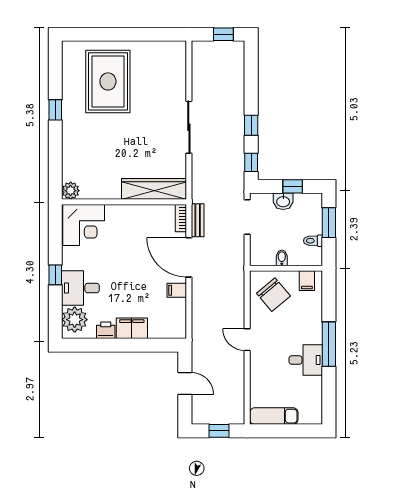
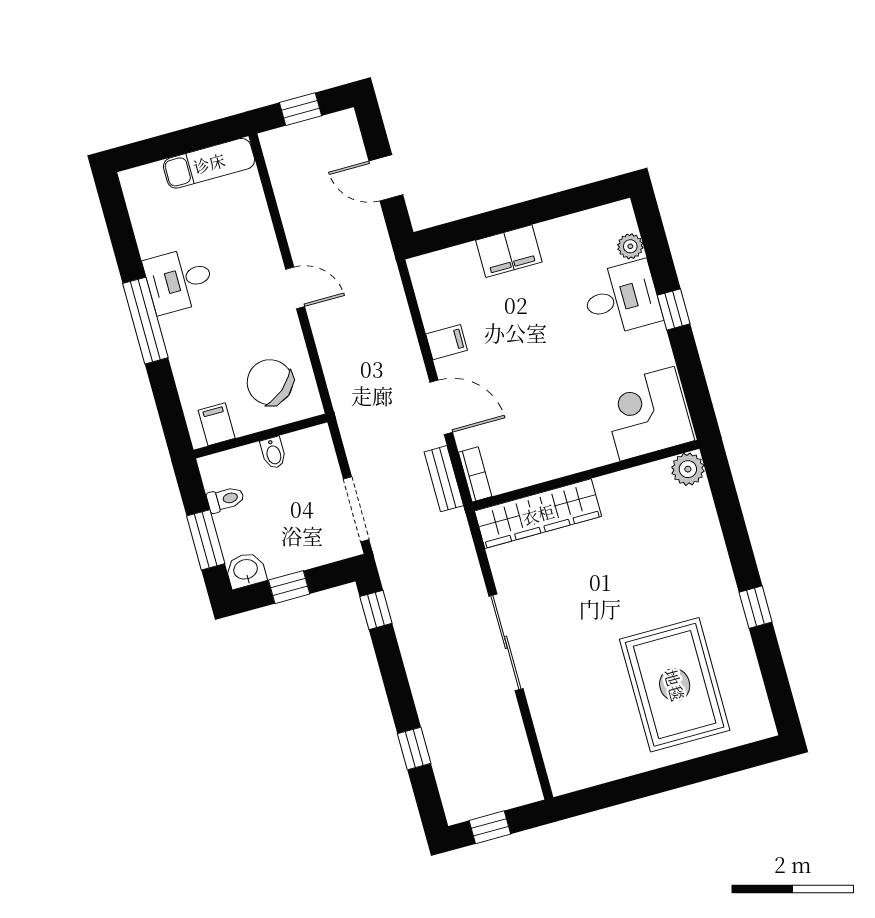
window: (251, 125) -> (414, 749), moved
washbasin: (283, 201) -> (246, 570), moved
door: (189, 257) -> (441, 407), width x0.73
plant: (75, 320) -> (630, 246), width x0.53, depth x0.53
printer: (106, 330) -> (555, 235), removed

